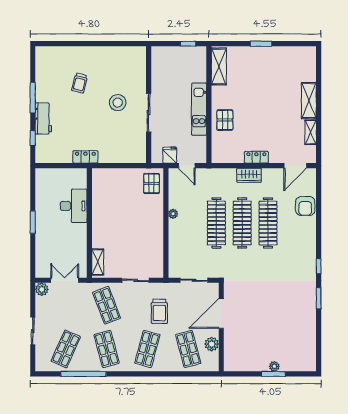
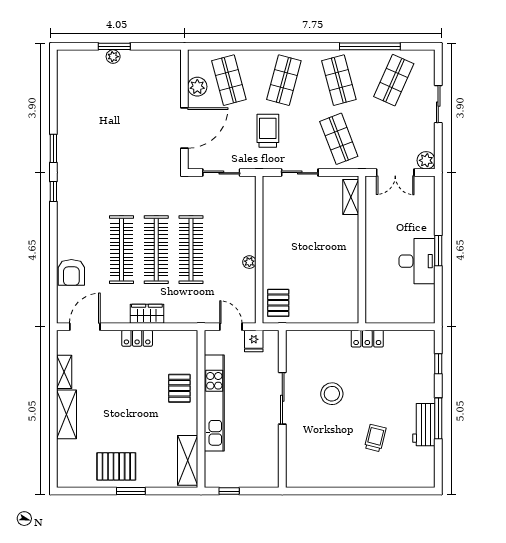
pallet: (272, 62) -> (116, 466), added
stool: (118, 103) -> (332, 394), moved
kitchen unit: (199, 109) -> (214, 403), width x1.36
workbench: (43, 118) -> (424, 425), moved
desk: (74, 206) -> (417, 261), moved, turned 180
armchair: (305, 206) -> (71, 272), turned 180

